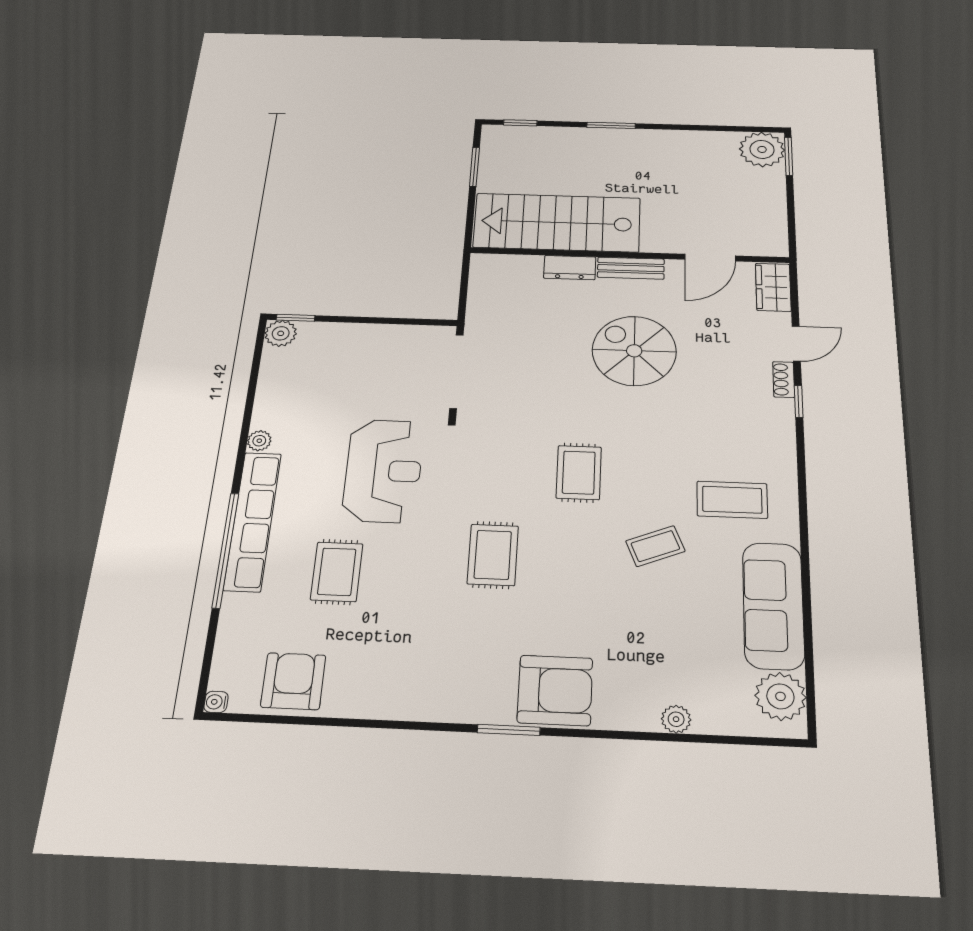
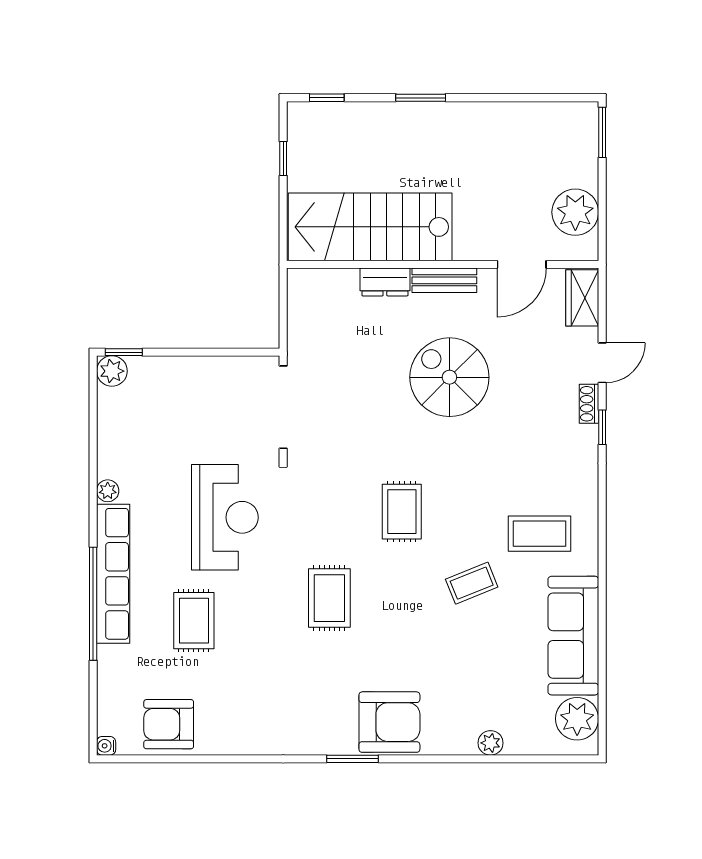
plant: (762, 149) -> (575, 212), moved
window: (474, 167) -> (283, 159), width x0.67
armchair: (293, 681) -> (169, 724), turned -90

